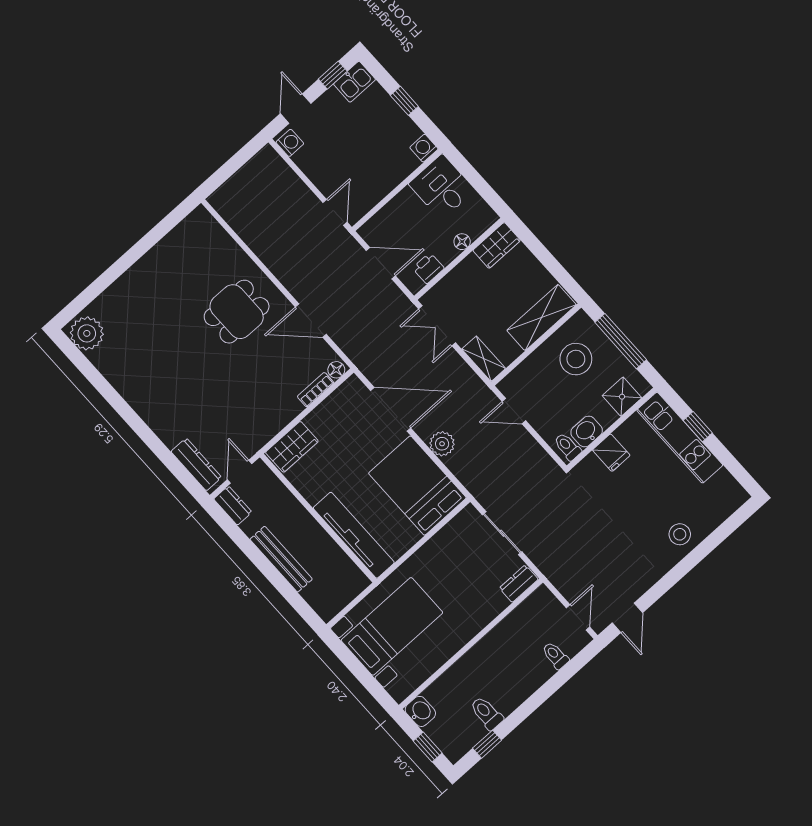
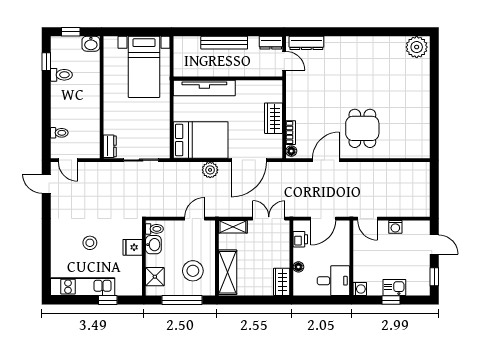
kitchen sink: (354, 82) -> (394, 287), moved, turned 90
washing machine: (290, 143) -> (395, 227), moved
kitchen unit: (680, 438) -> (83, 287), moved
wardrobe: (292, 447) -> (274, 118), moved
stool: (680, 534) -> (90, 243), moved

